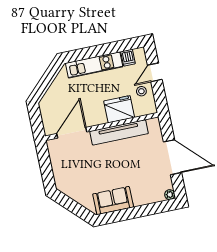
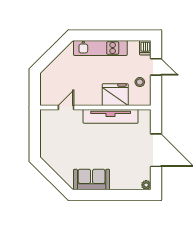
dishwasher: (128, 58) -> (145, 48), moved
door: (155, 72) -> (156, 67), swing flipped
door: (72, 133) -> (66, 107), width x0.53

